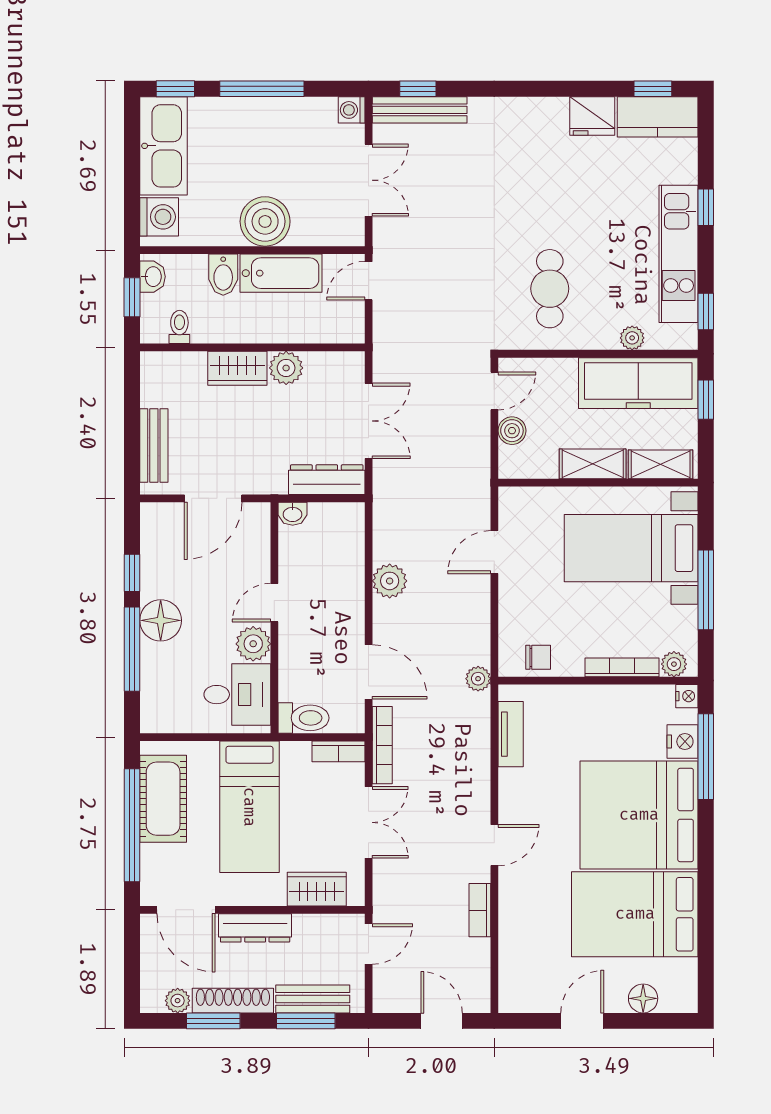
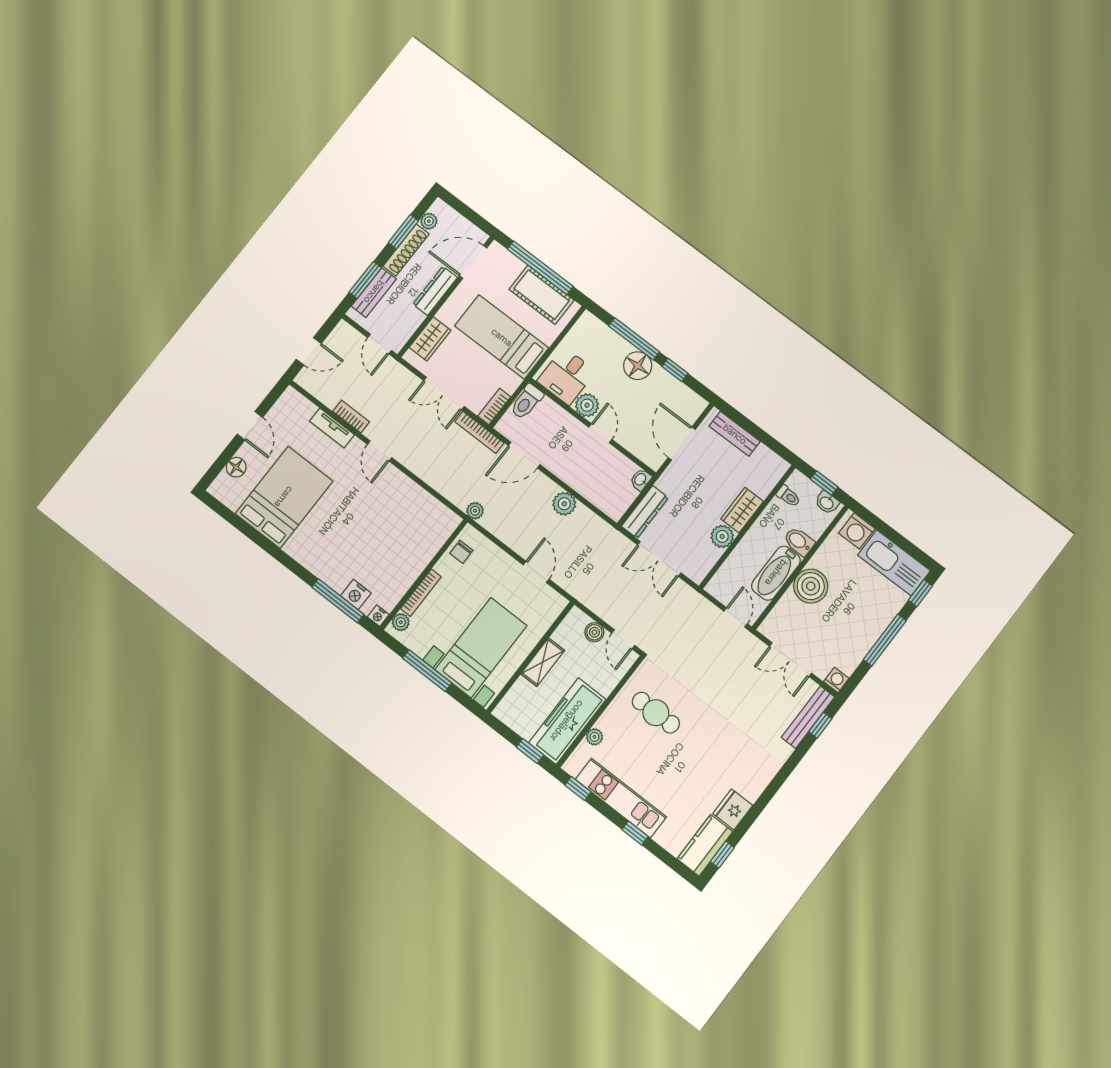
shelving: (661, 464) -> (514, 699), removed
tv unit: (511, 734) -> (332, 428), moved
bed: (639, 815) -> (335, 541), removed

